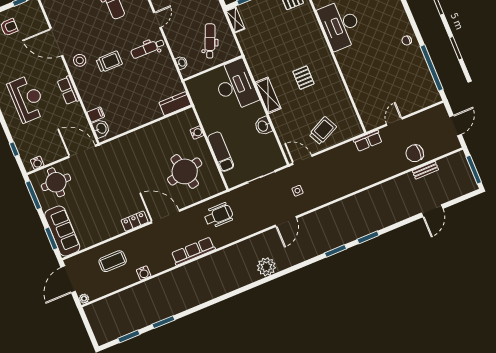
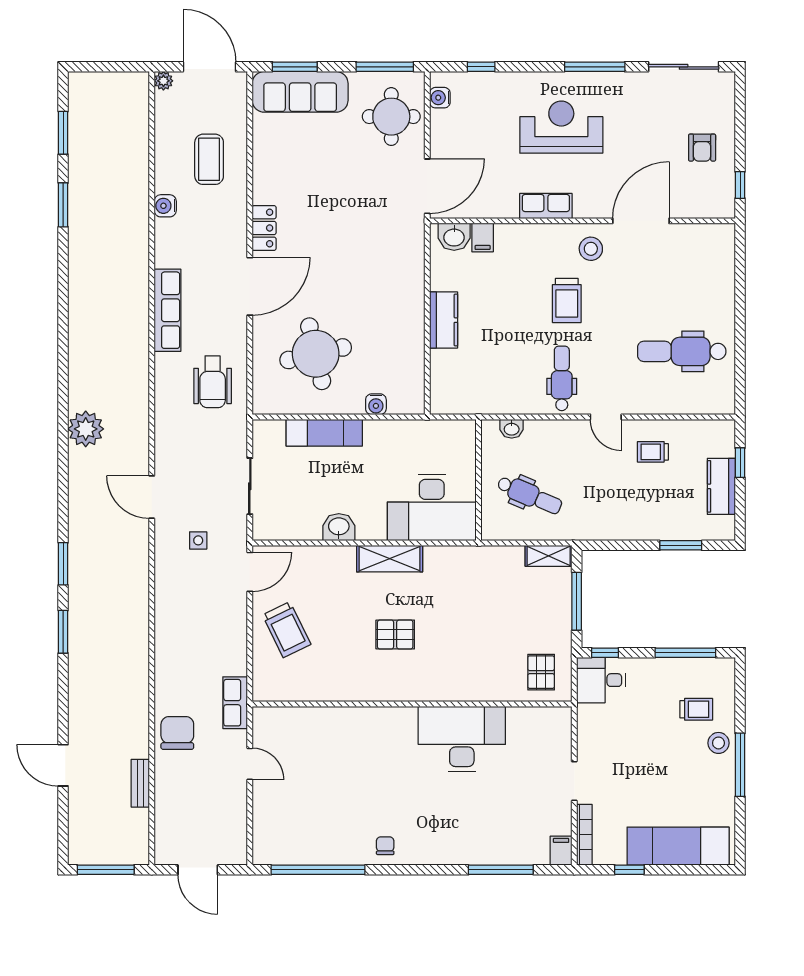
reception desk: (27, 99) -> (561, 127), turned 180
kitchen counter: (175, 104) -> (444, 320), moved
chair: (415, 153) -> (177, 733), moved

